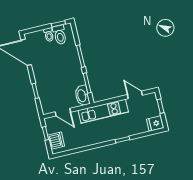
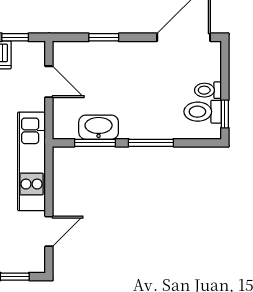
washbasin: (82, 96) -> (99, 127), moved
door: (63, 112) -> (49, 82), swing flipped

